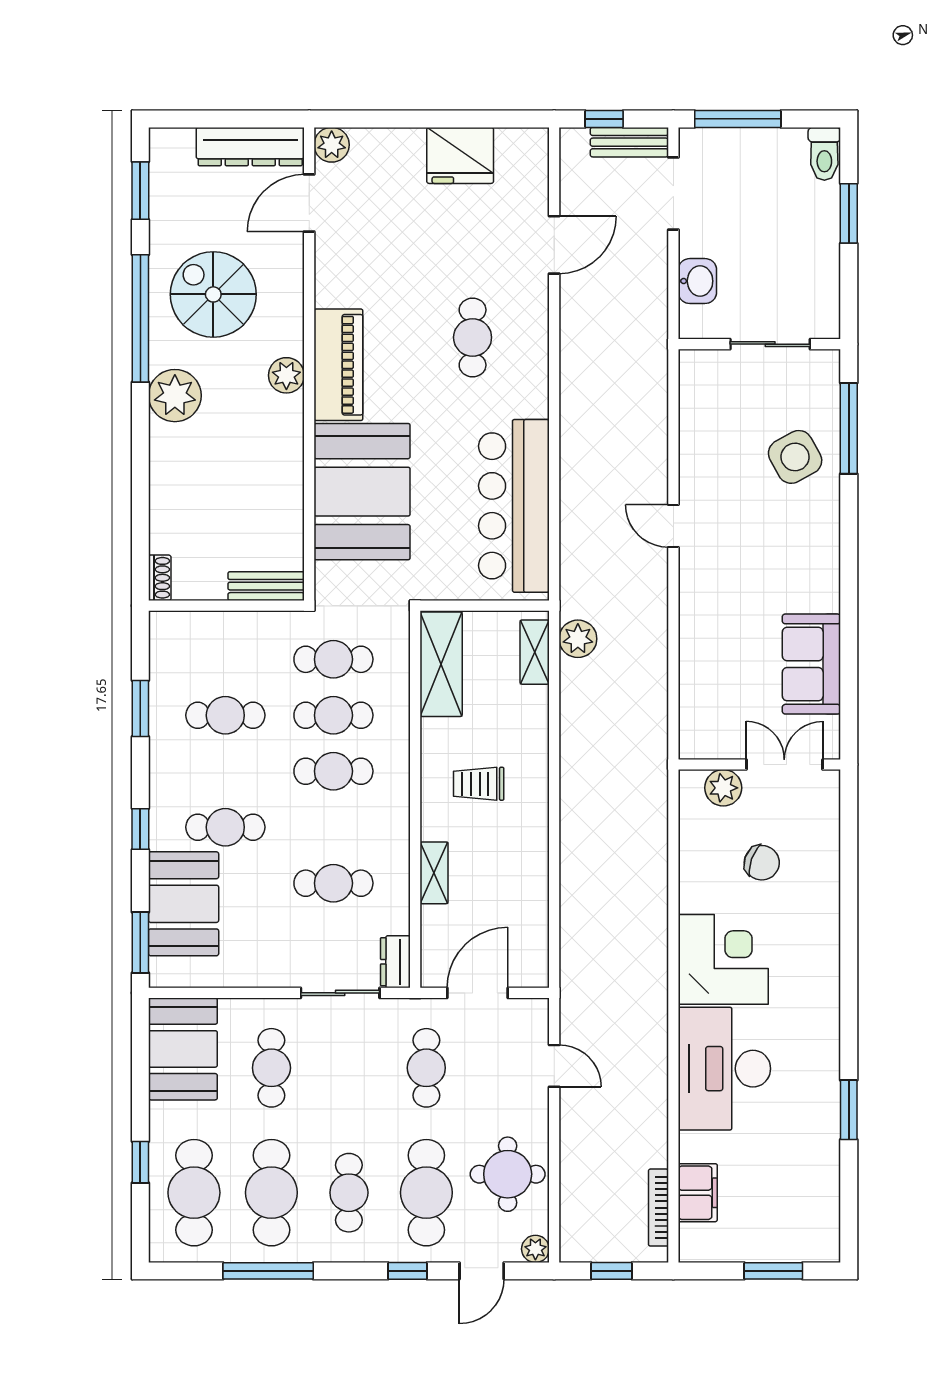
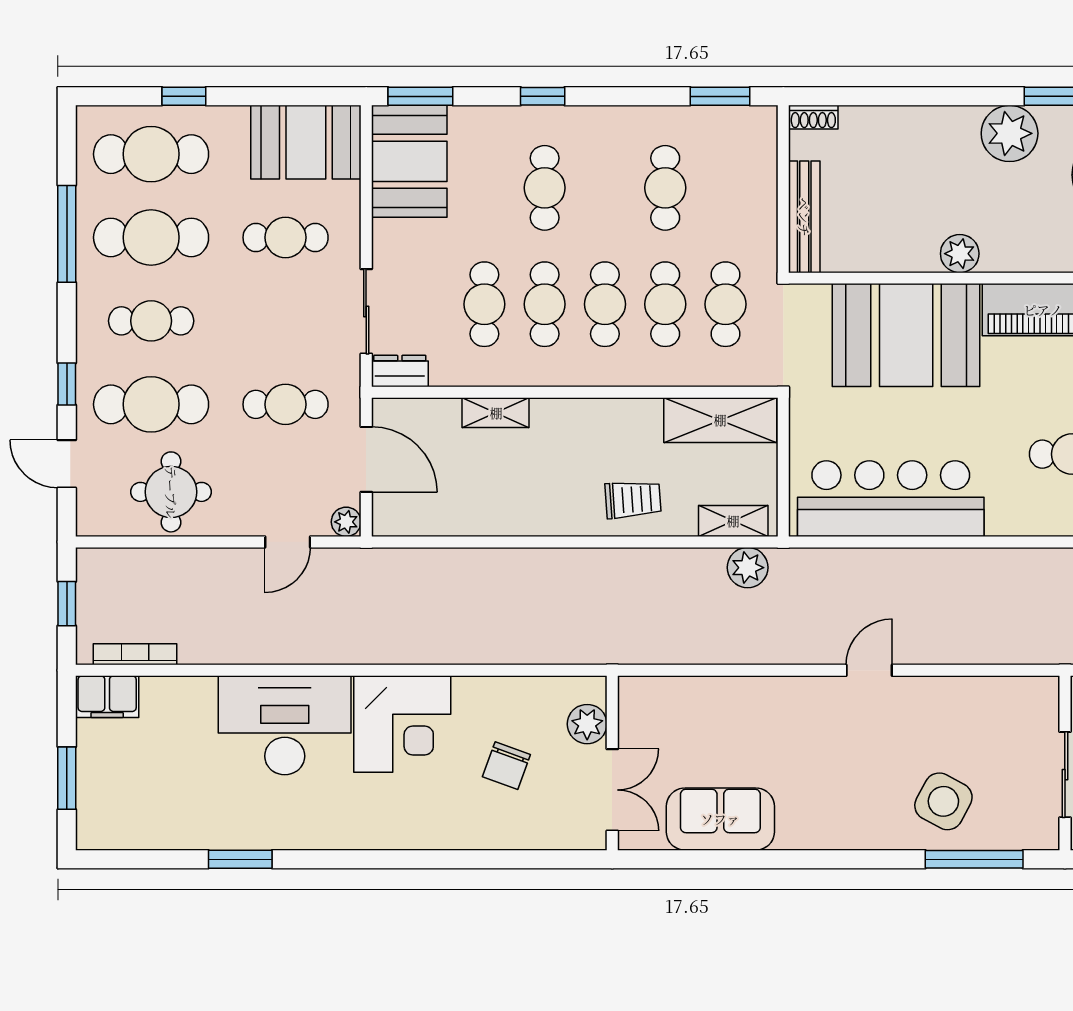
plant: (286, 375) -> (960, 254), moved
side table: (795, 457) -> (943, 801), turned -33
bench: (266, 586) -> (804, 217), width x1.36
window: (140, 708) -> (720, 96), moved
trolley: (479, 784) -> (633, 499), moved, turned 86
cafe table: (333, 827) -> (545, 304), added
booth: (184, 904) -> (409, 161), moved, turned 90
filing cabinet: (698, 1193) -> (107, 697), moved
plant: (535, 1249) -> (346, 522), moved

